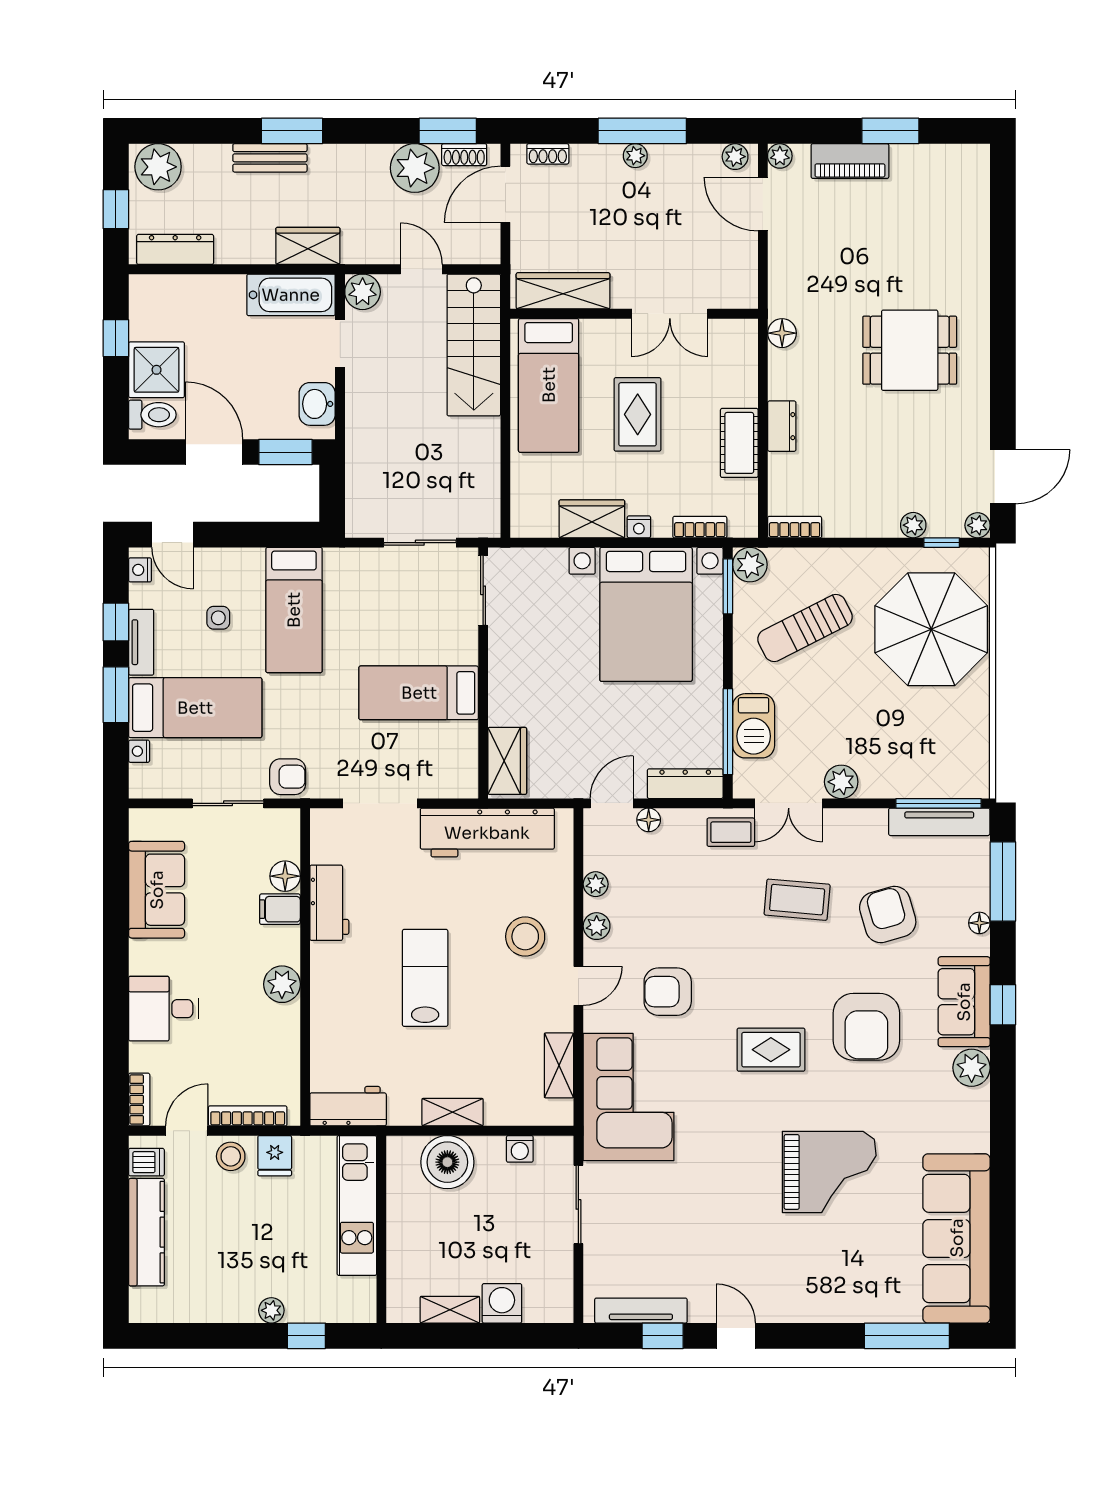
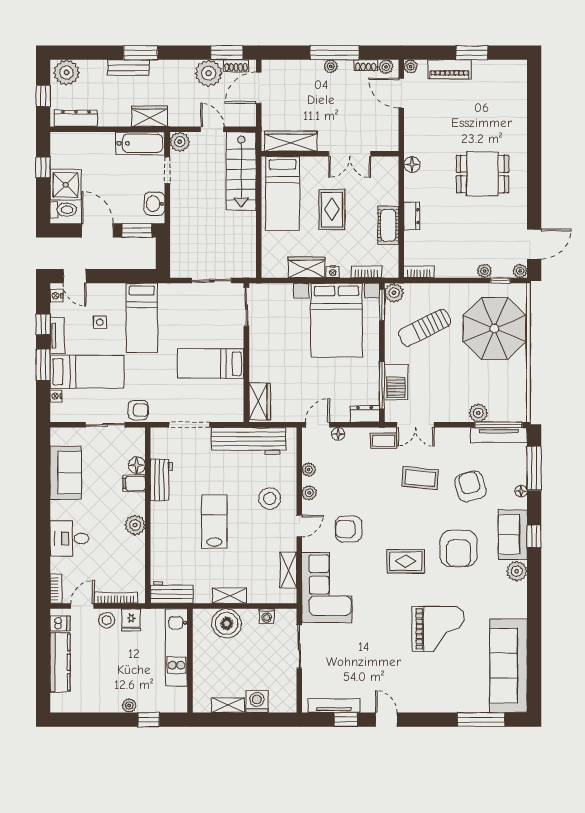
shoe rack: (548, 154) -> (366, 65), moved
plant: (841, 782) -> (478, 413), moved
dresser: (685, 784) -> (365, 414), width x0.70

